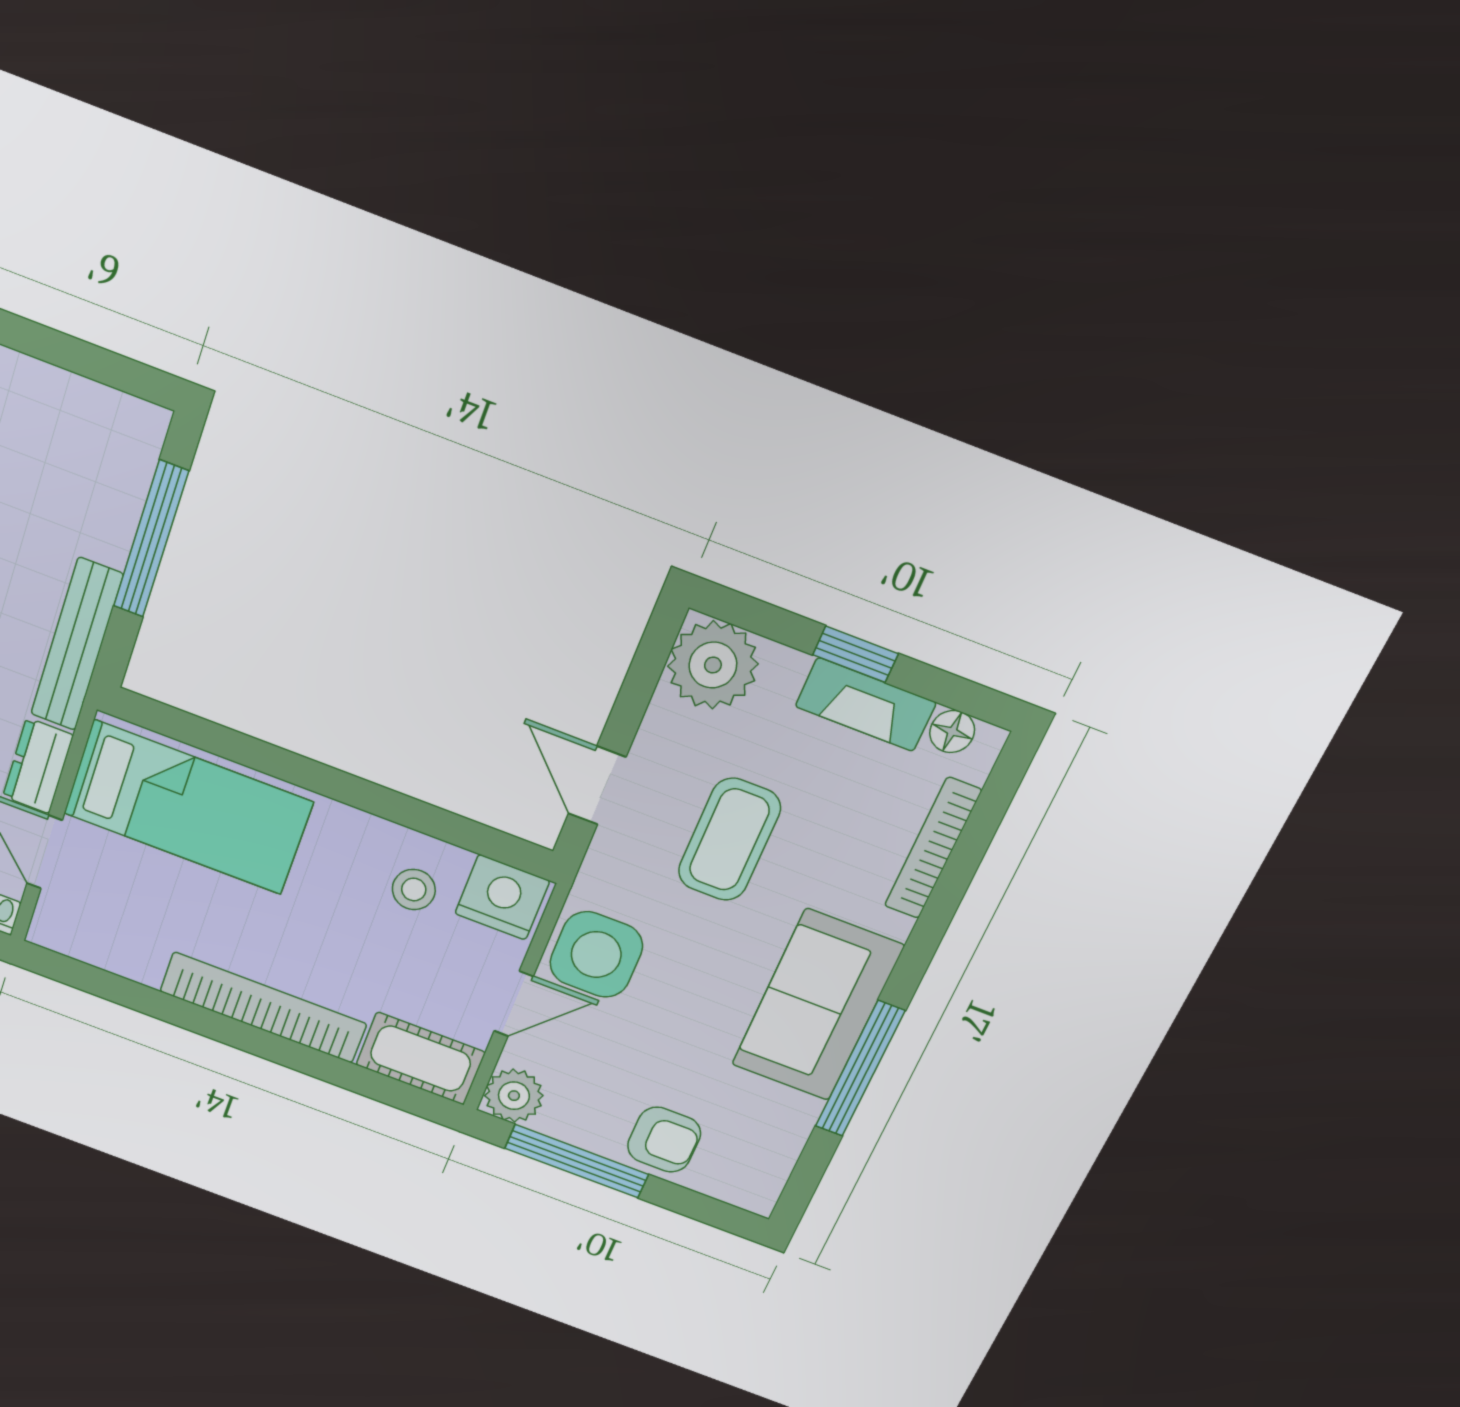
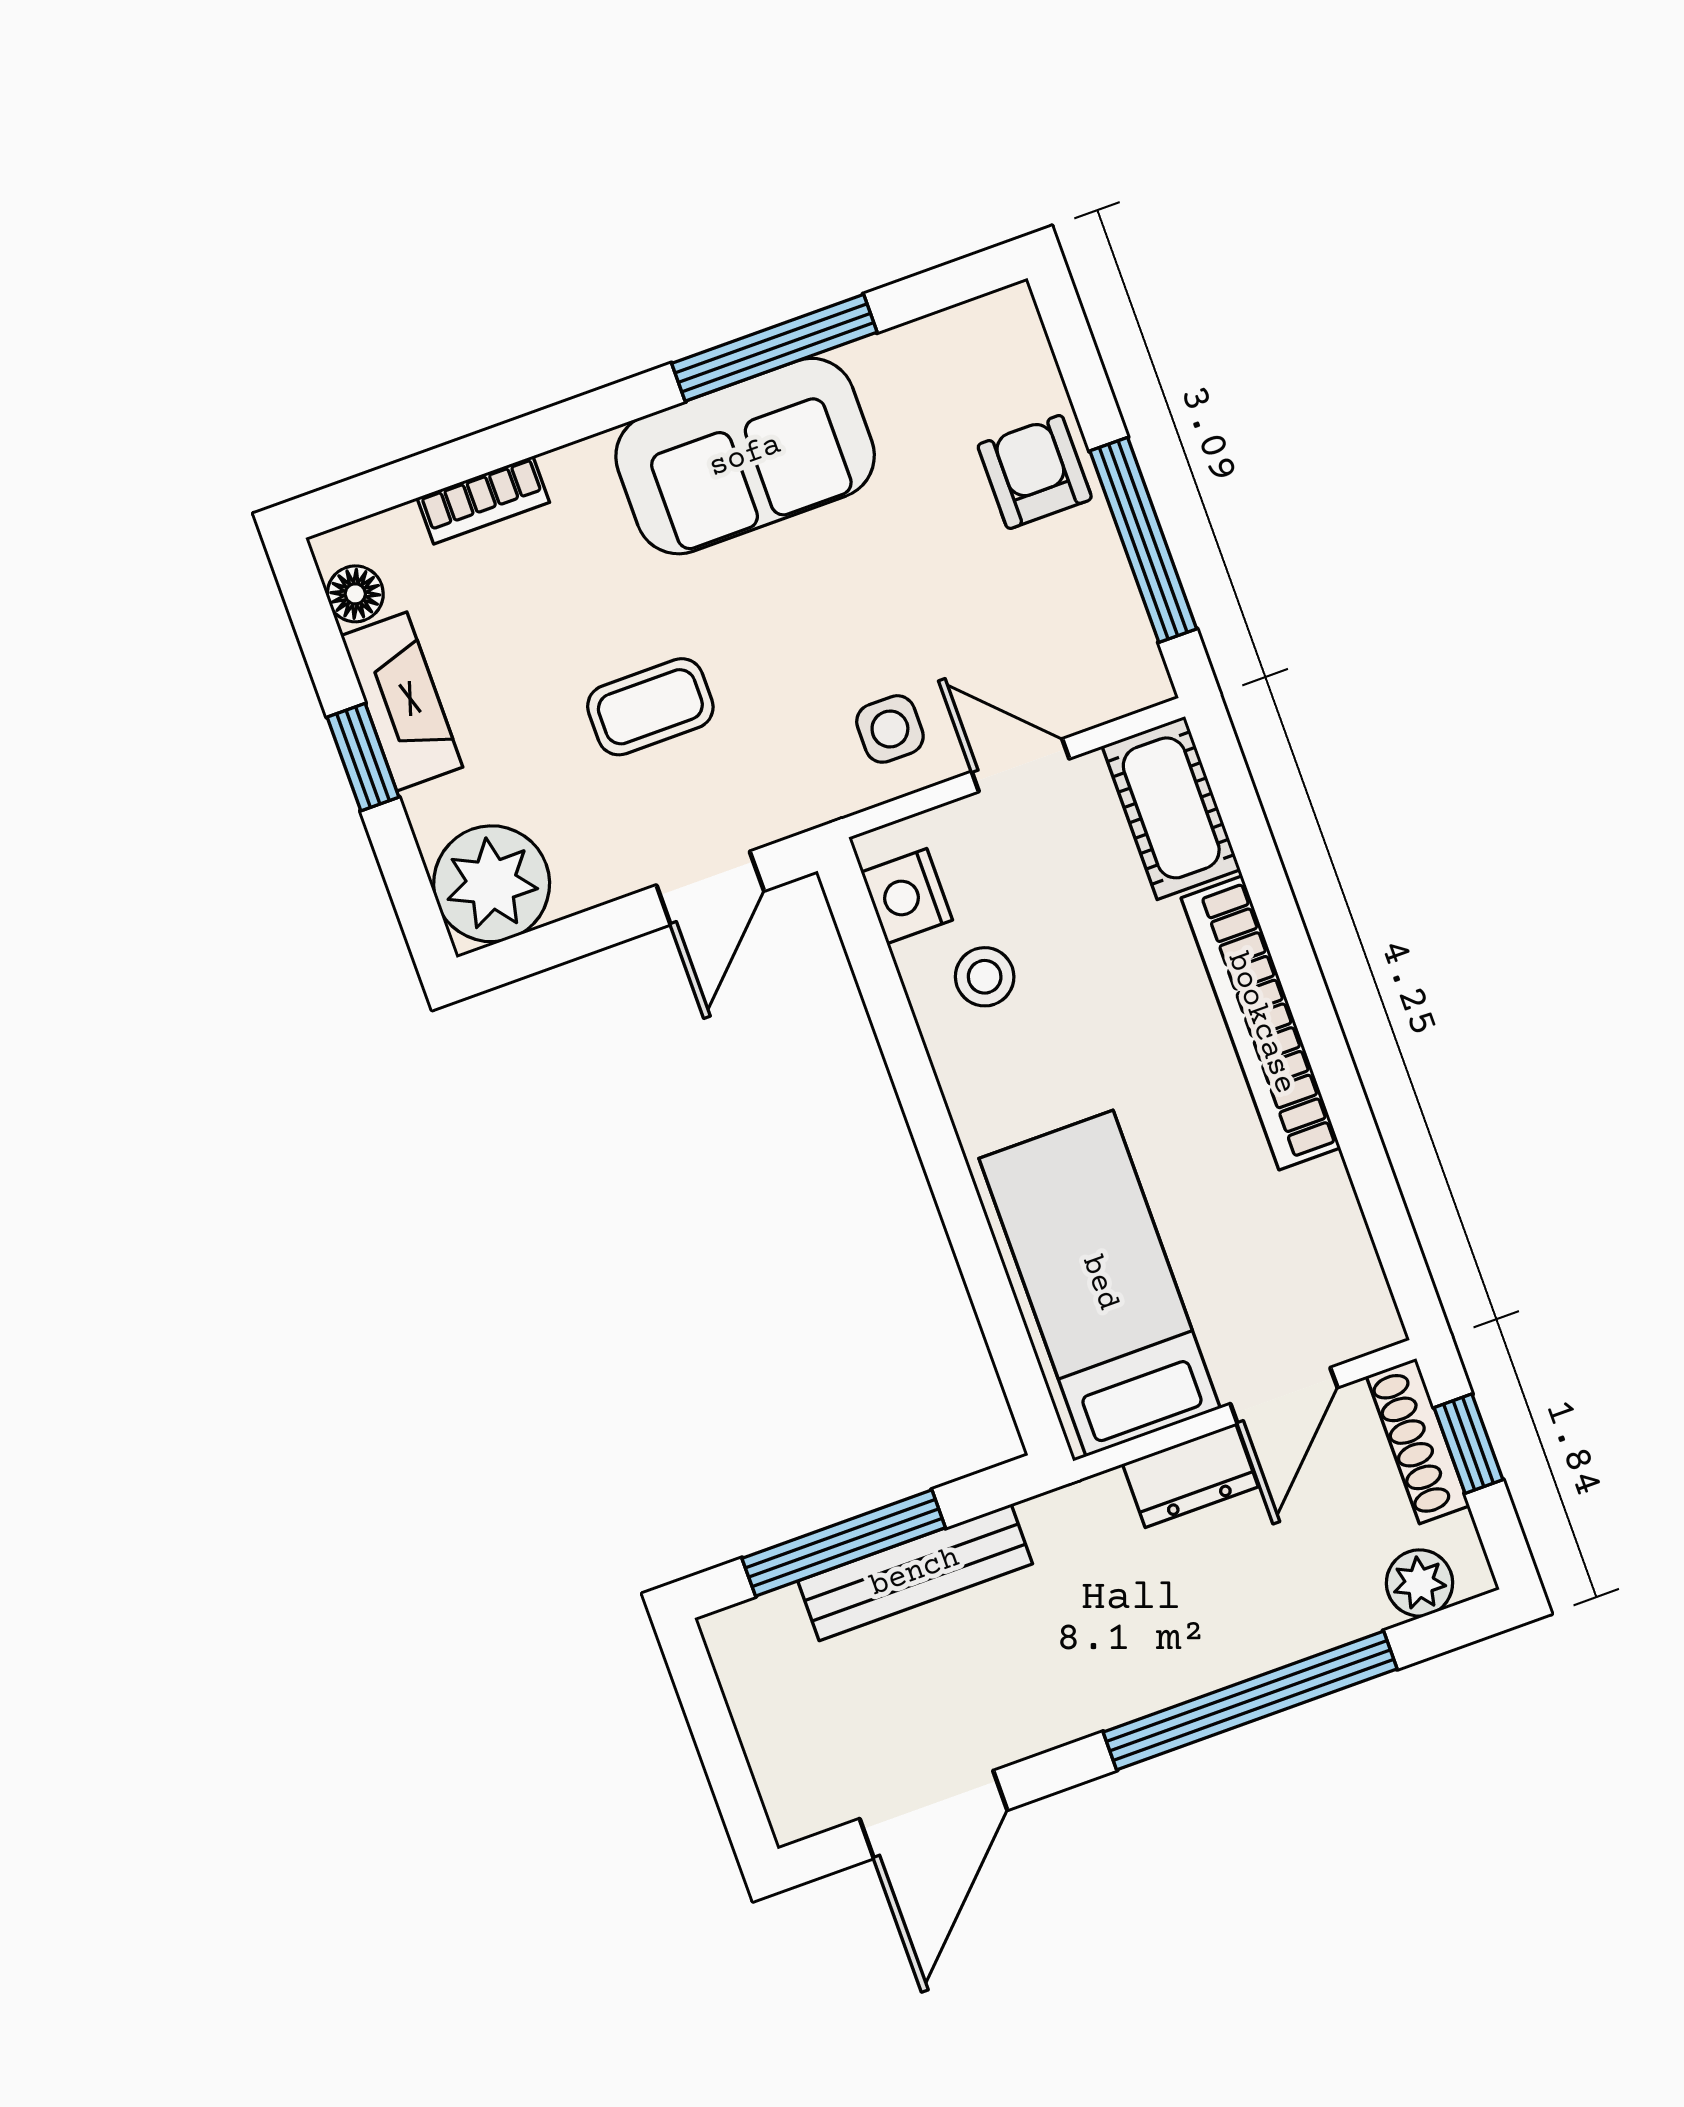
bench: (77, 645) -> (915, 1572), moved
coffee table: (729, 840) -> (650, 707), width x0.73, depth x0.77
bookcase: (933, 848) -> (483, 500), width x0.64
nightstand: (502, 897) -> (907, 896), width x0.74, depth x0.75
side table: (596, 955) -> (890, 729), width x0.54, depth x0.54
plant: (514, 1096) -> (1126, 673), removed

